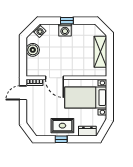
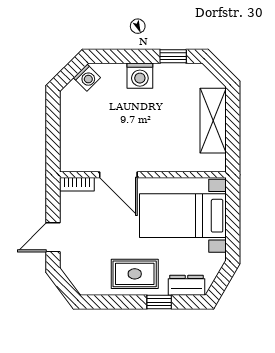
window: (67, 21) -> (173, 56), moved
boiler: (33, 50) -> (73, 117), removed
door: (23, 93) -> (53, 237), moved
window: (61, 139) -> (159, 302), moved

